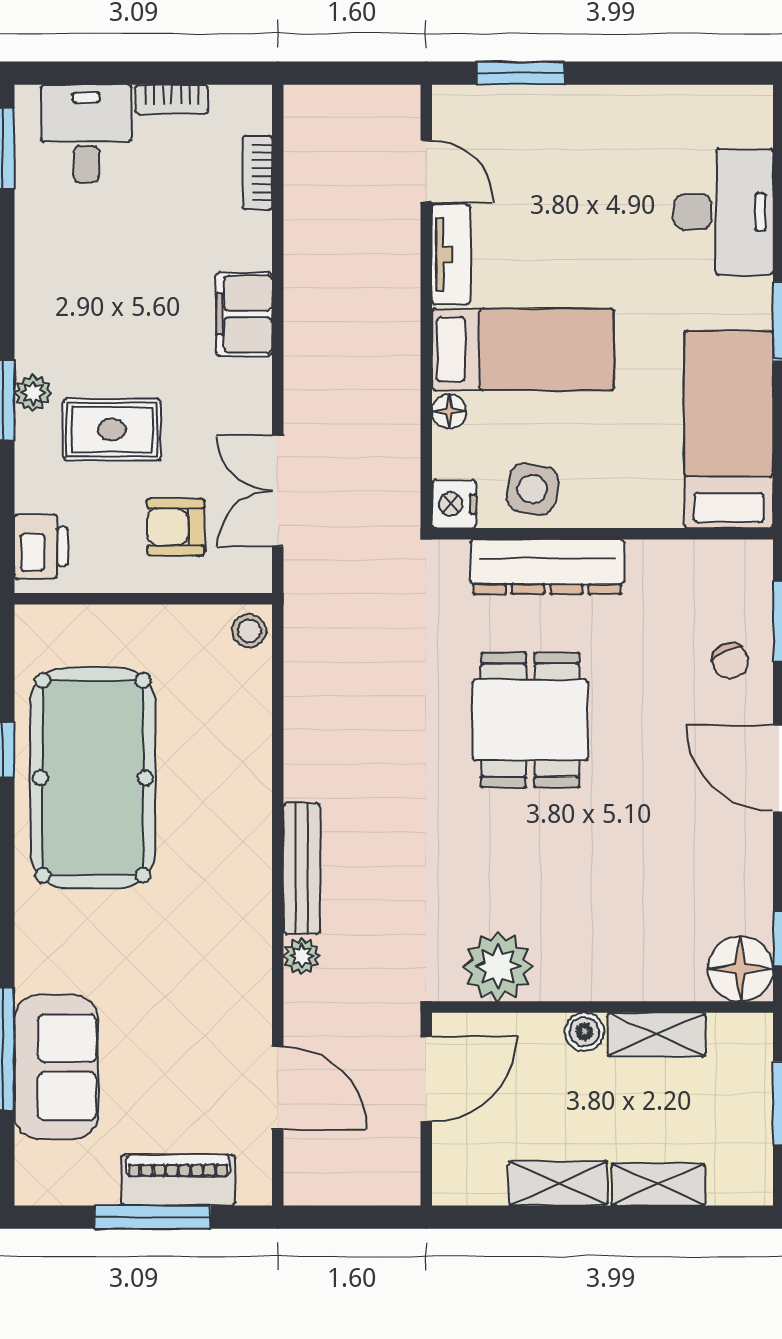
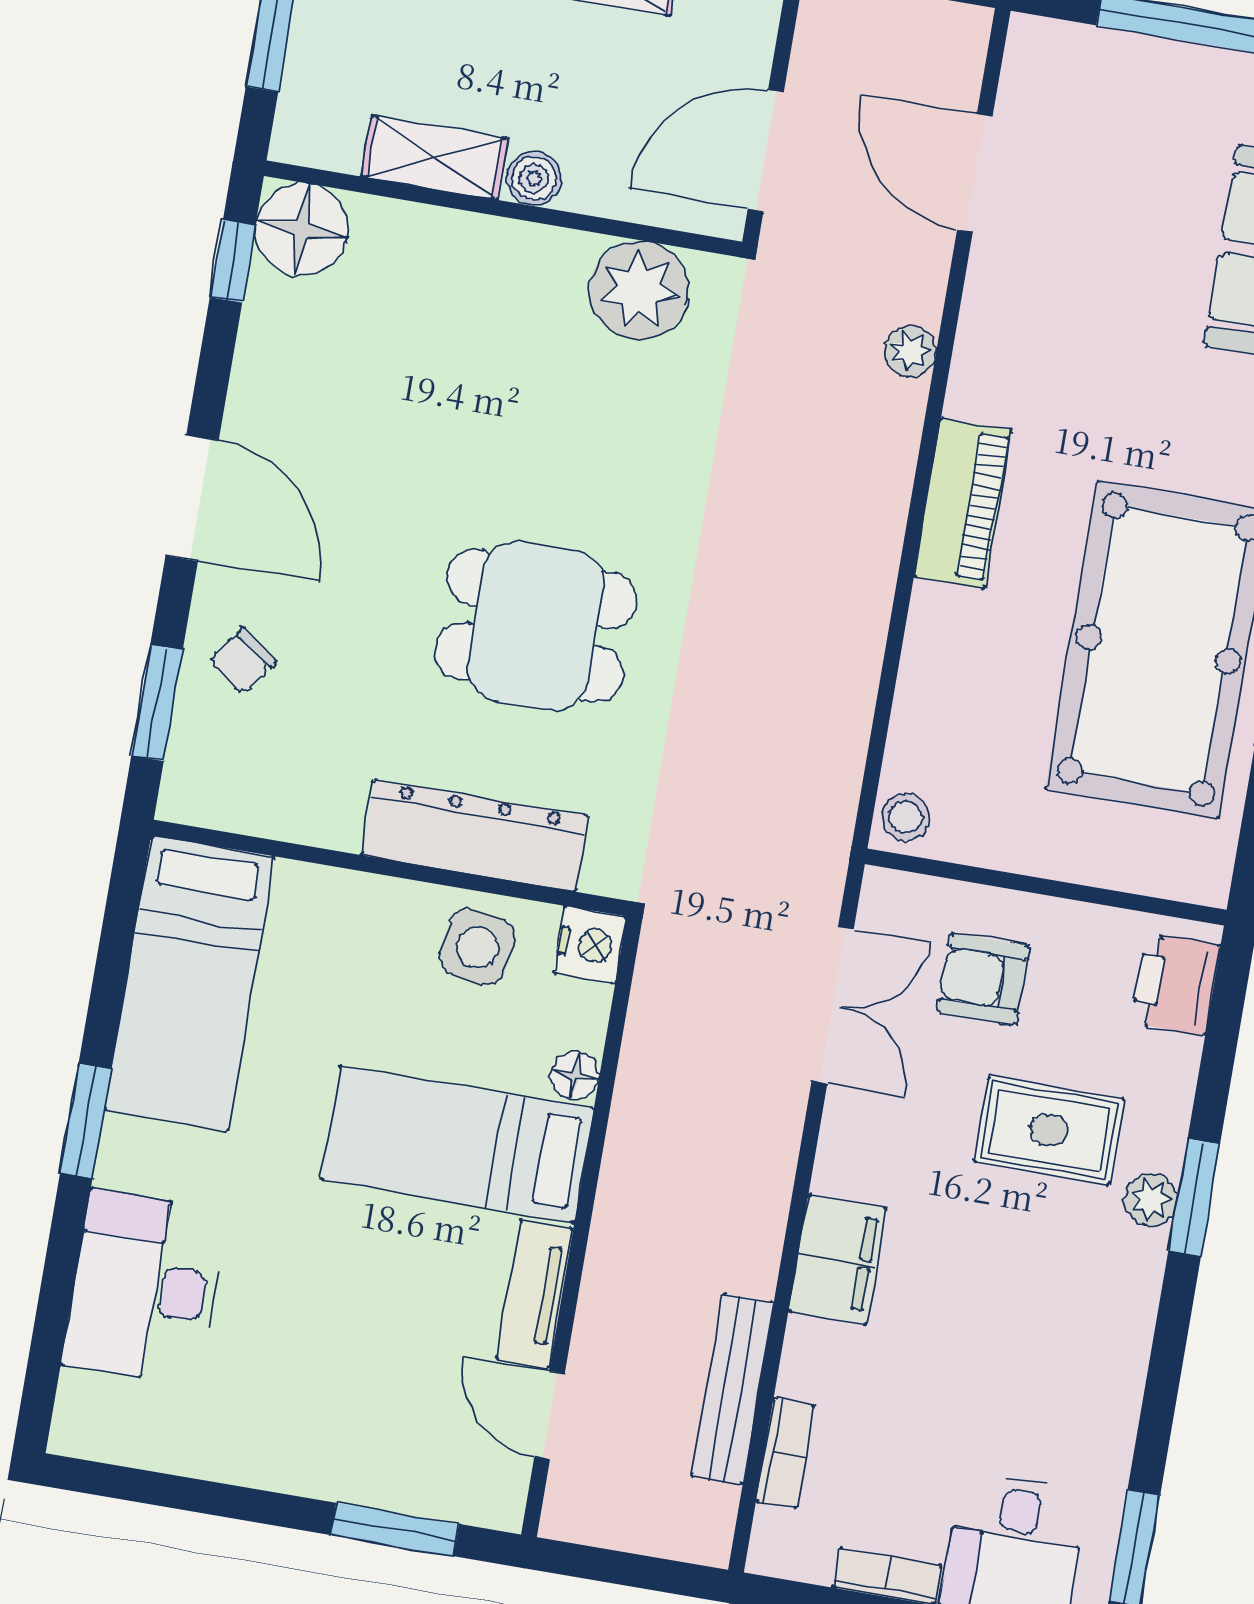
armchair: (176, 527) -> (983, 979), turned 180
chair: (730, 661) -> (242, 661), turned -118
dining table: (530, 720) -> (535, 626), turned 90
bench: (302, 869) -> (733, 1389), moved
piano: (178, 1180) -> (963, 503), moved, turned -90

